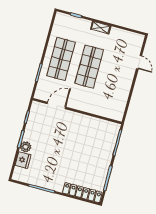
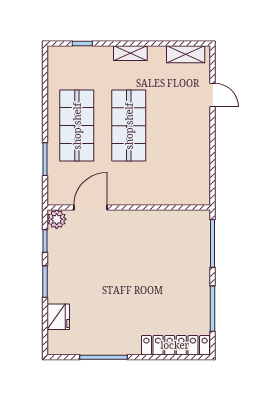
shelving: (130, 36) -> (186, 54), added
plant: (26, 147) -> (57, 219), moved

